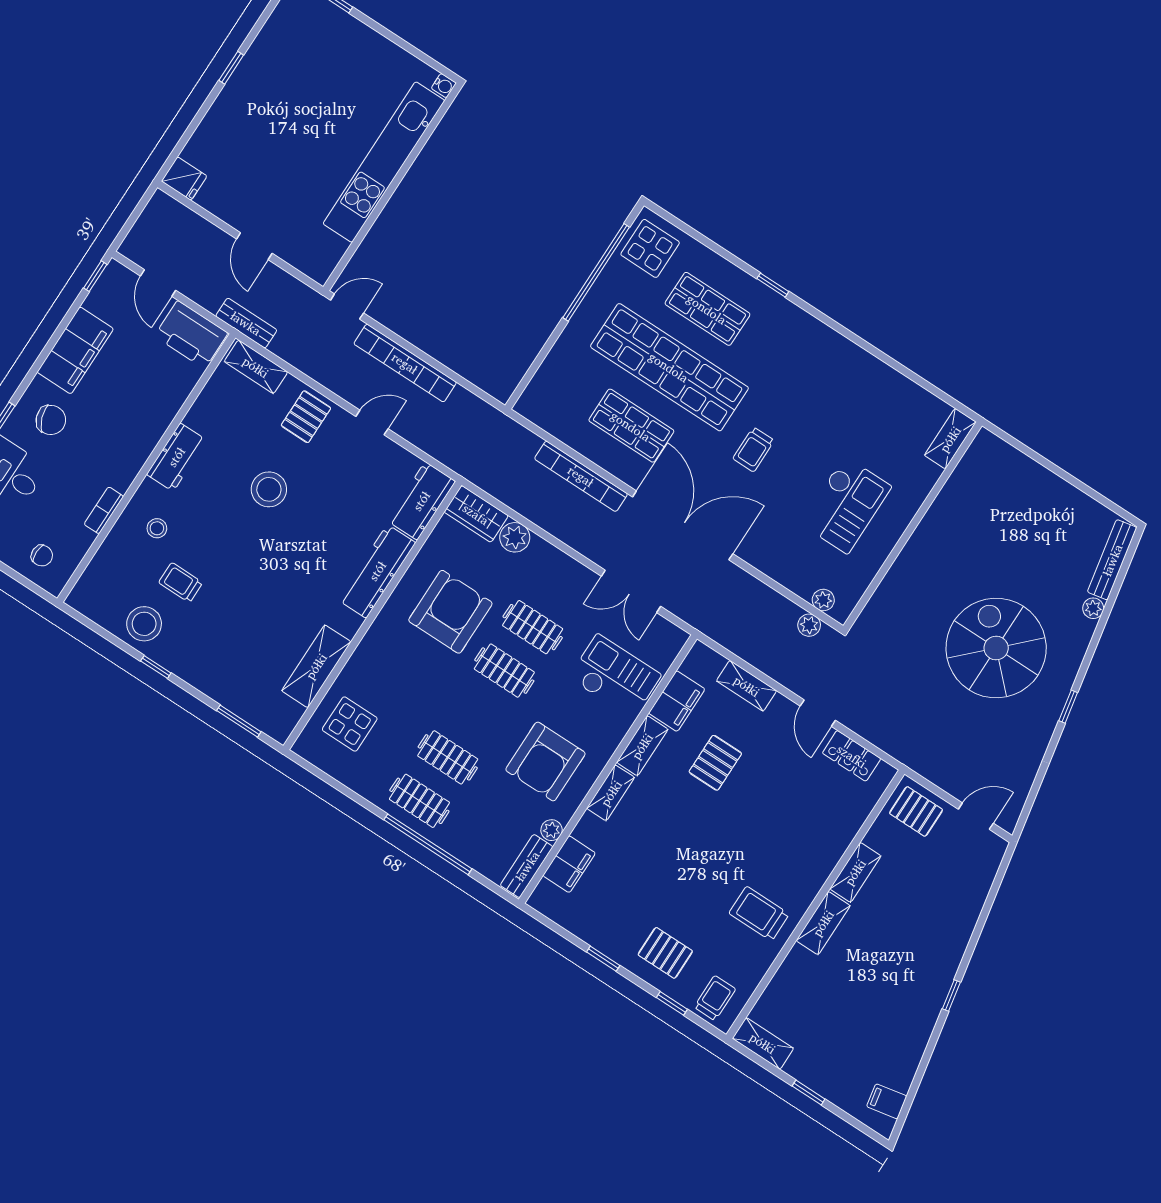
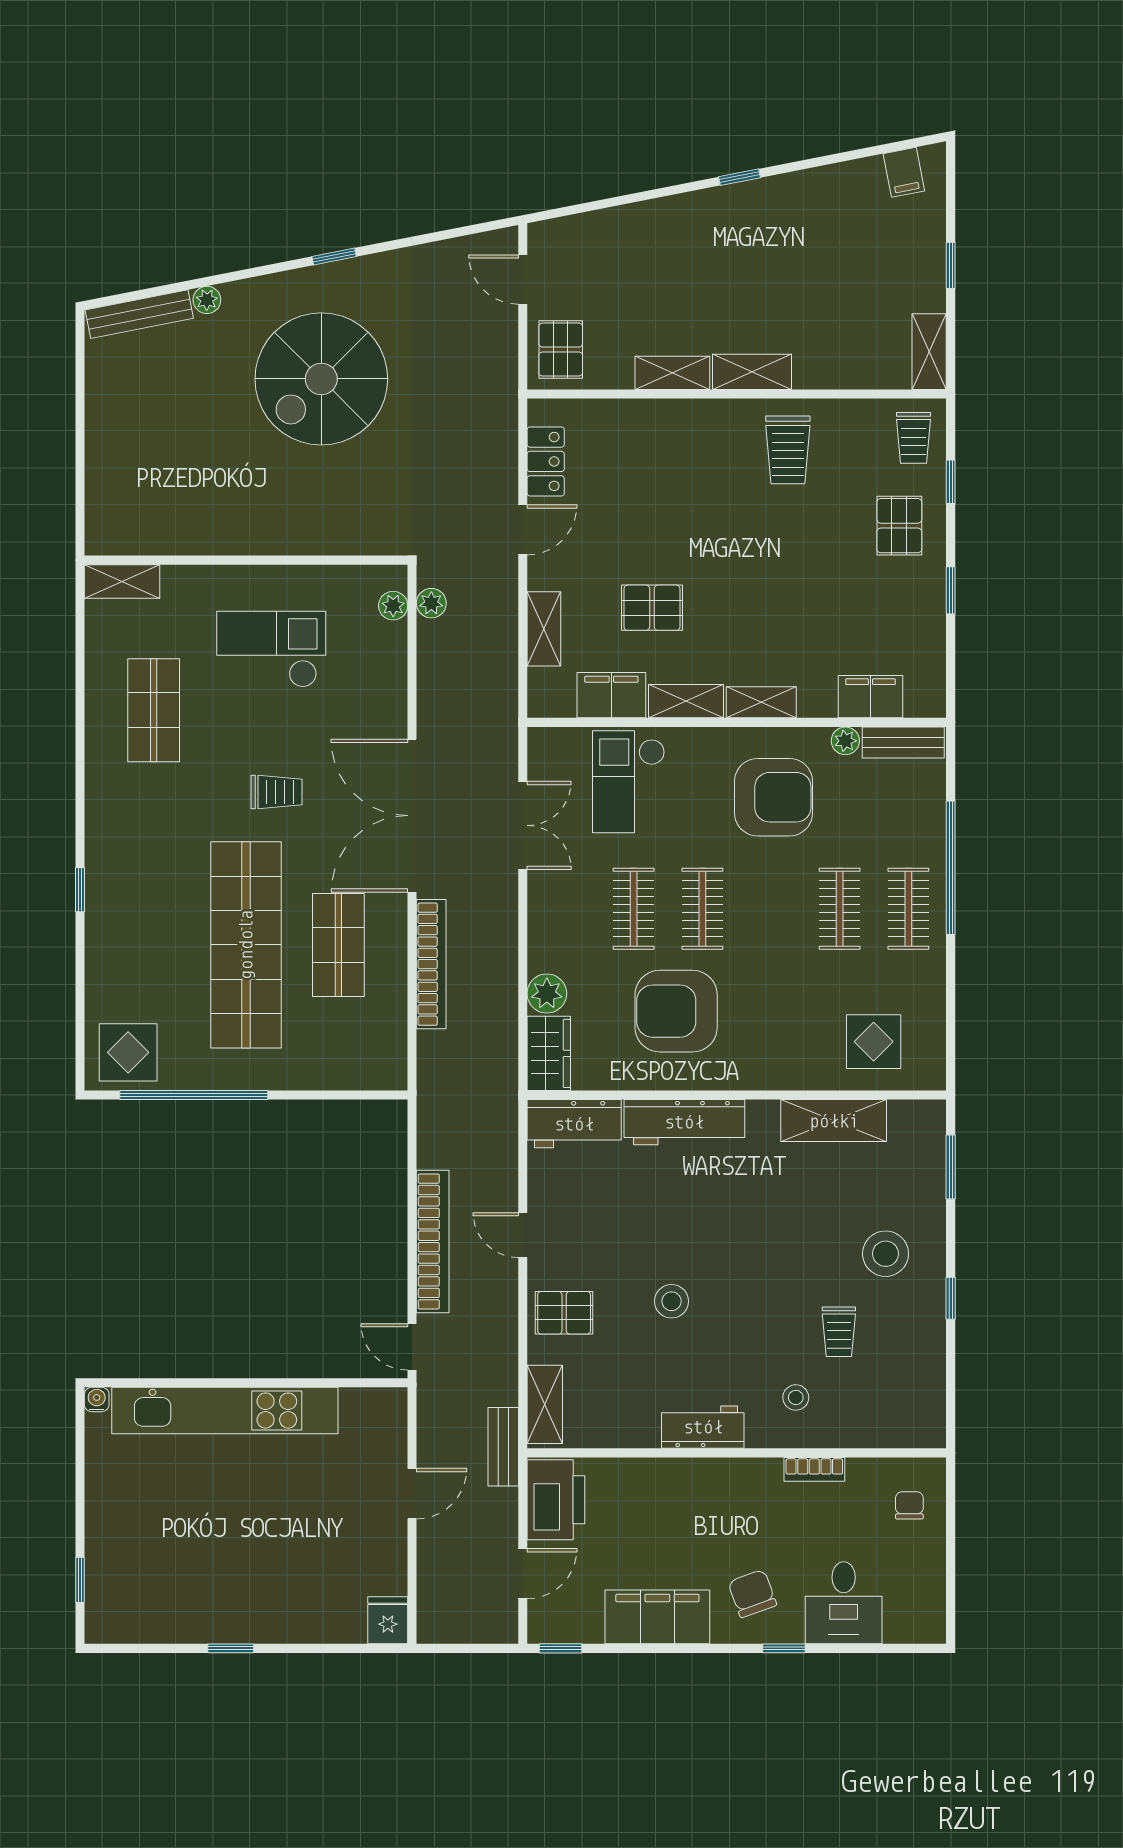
shop shelf: (707, 309) -> (154, 710), moved
stool: (269, 489) -> (672, 1301), width x0.73, depth x0.73
stool: (144, 624) -> (886, 1254), moved
trolley: (715, 998) -> (914, 438), turned -90

